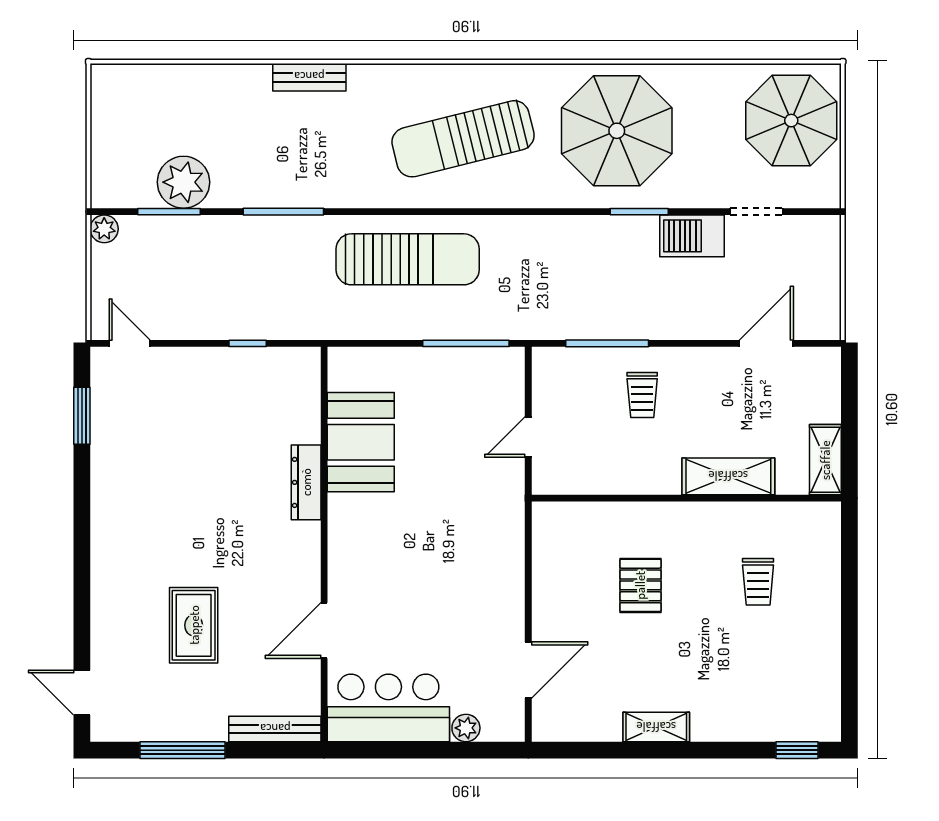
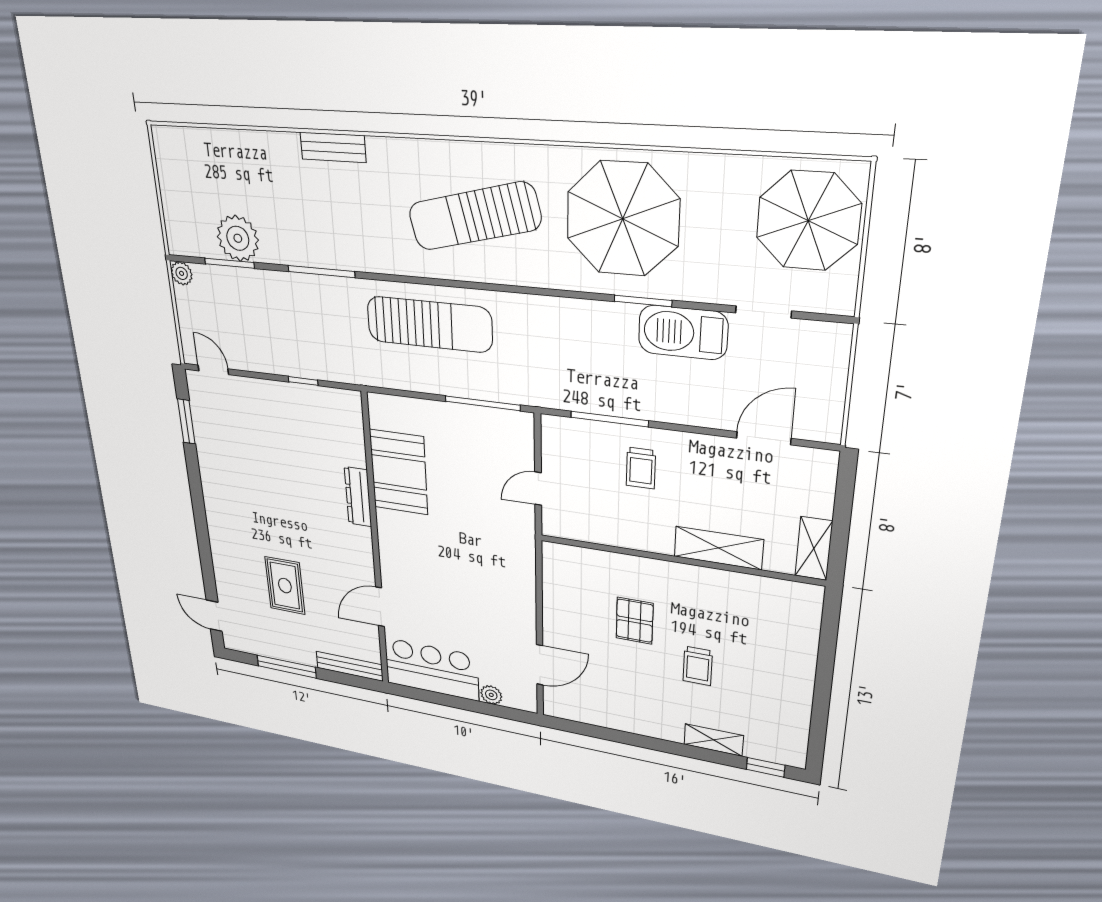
barbecue: (692, 236) -> (683, 332), width x1.37, depth x1.21
trolley: (758, 582) -> (698, 666), moved
shelving: (656, 727) -> (714, 740), moved

